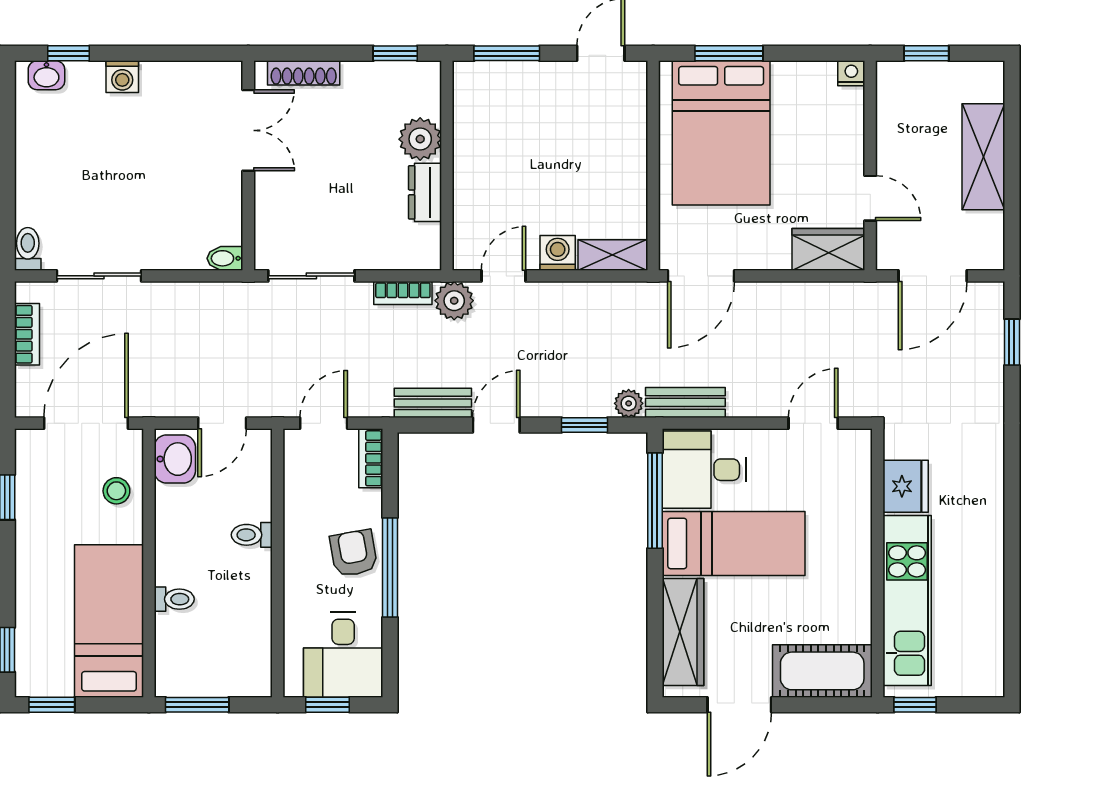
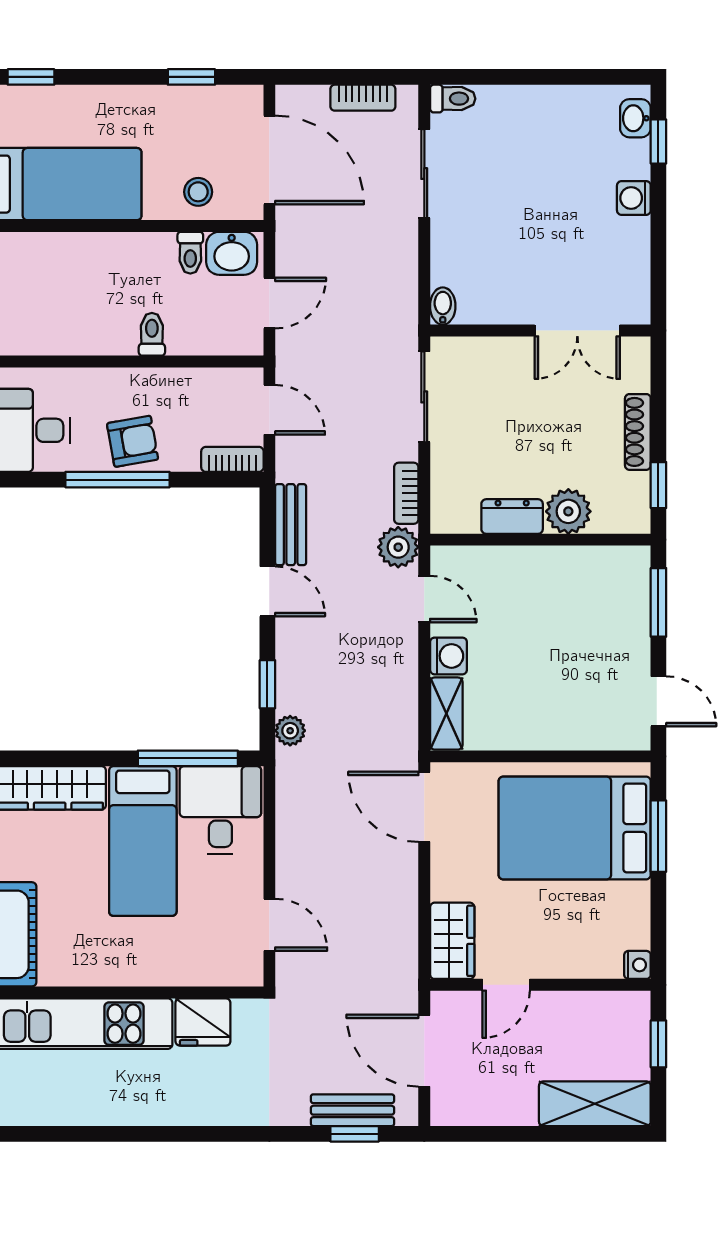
shoe rack: (304, 73) -> (638, 432), moved
shelving: (983, 157) -> (595, 1104), moved
bench: (685, 402) -> (352, 1110), moved, turned 90
door: (222, 423) -> (269, 303), swing flipped
toilet: (174, 599) -> (190, 253), moved

